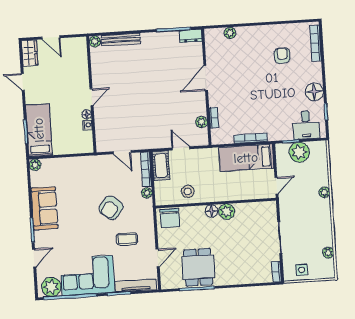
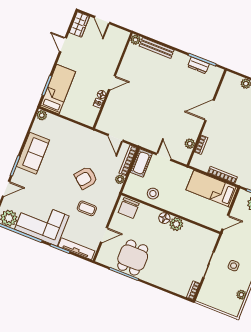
dresser: (191, 36) -> (198, 65), moved
side table: (302, 270) -> (234, 266), moved

